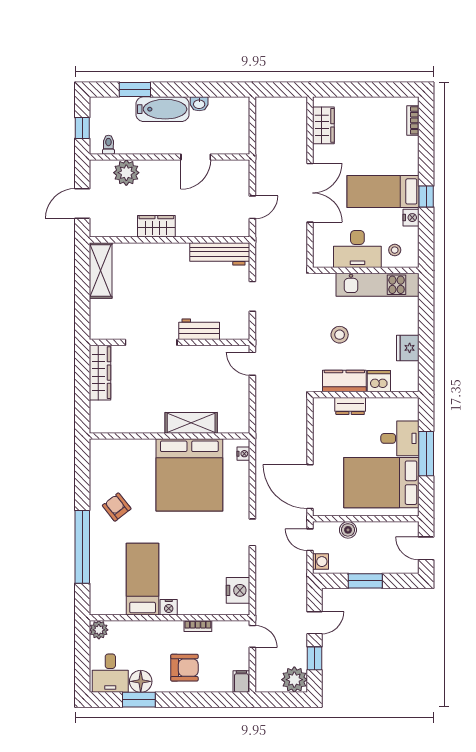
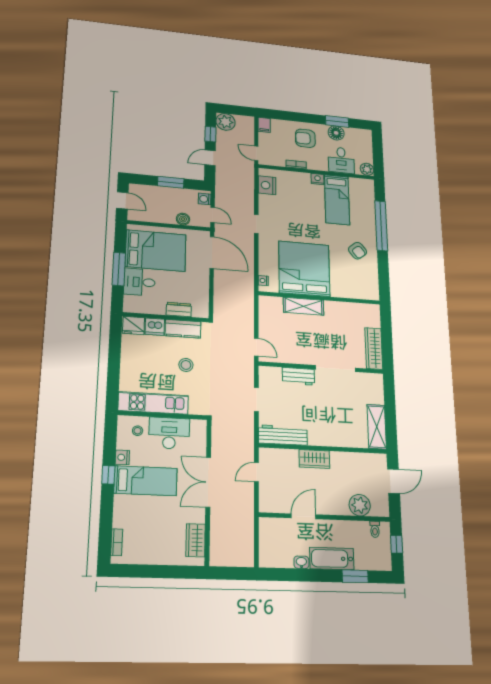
wardrobe: (156, 226) -> (314, 459), moved
fridge: (408, 348) -> (134, 325), moved, turned 90
desk: (110, 673) -> (341, 160), moved, turned 180

